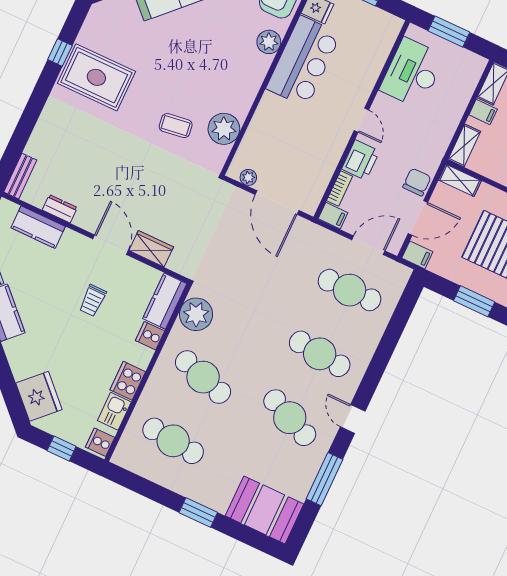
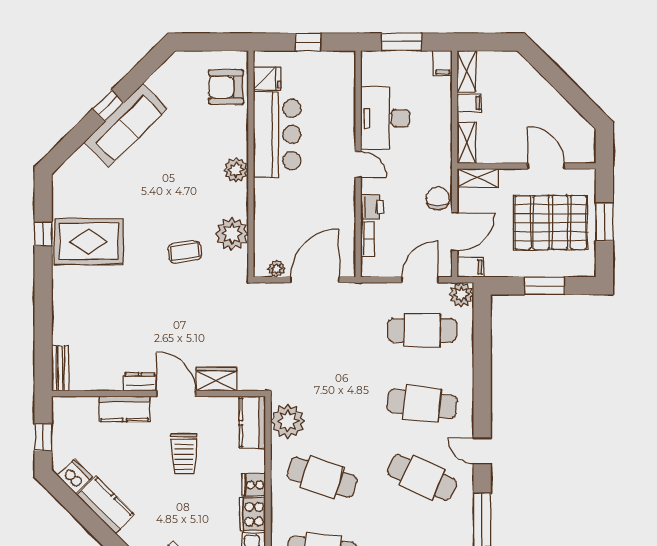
plant: (269, 42) -> (236, 170), moved
desk: (412, 73) -> (385, 118), moved
printer: (361, 160) -> (372, 207), width x0.73, depth x0.81
door: (277, 203) -> (315, 280), swing flipped
dresser: (60, 209) -> (140, 382), moved
filing cabinet: (333, 216) -> (443, 63), moved, turned 90
kitchen counter: (38, 227) -> (125, 409), moved
plant: (398, 275) -> (461, 295), added
trolley: (93, 300) -> (184, 454), width x1.36, depth x1.39
cooker: (150, 336) -> (254, 485), moved

